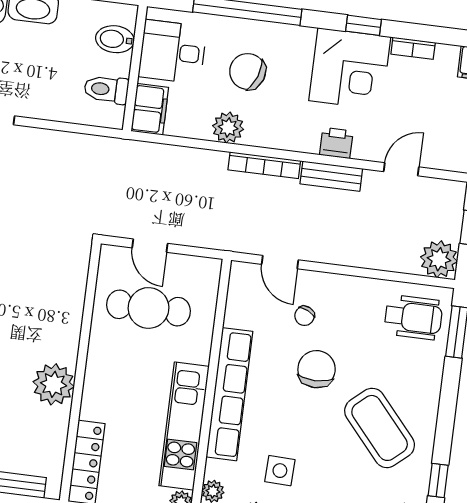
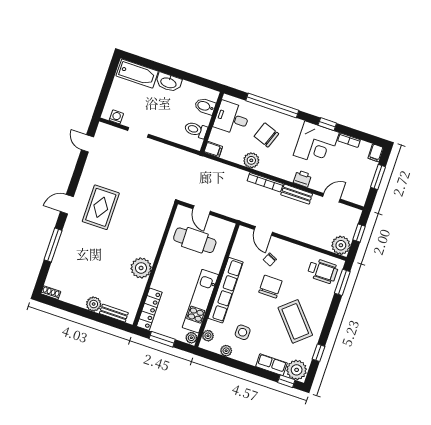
filing cabinet: (150, 109) -> (213, 149), width x0.50

